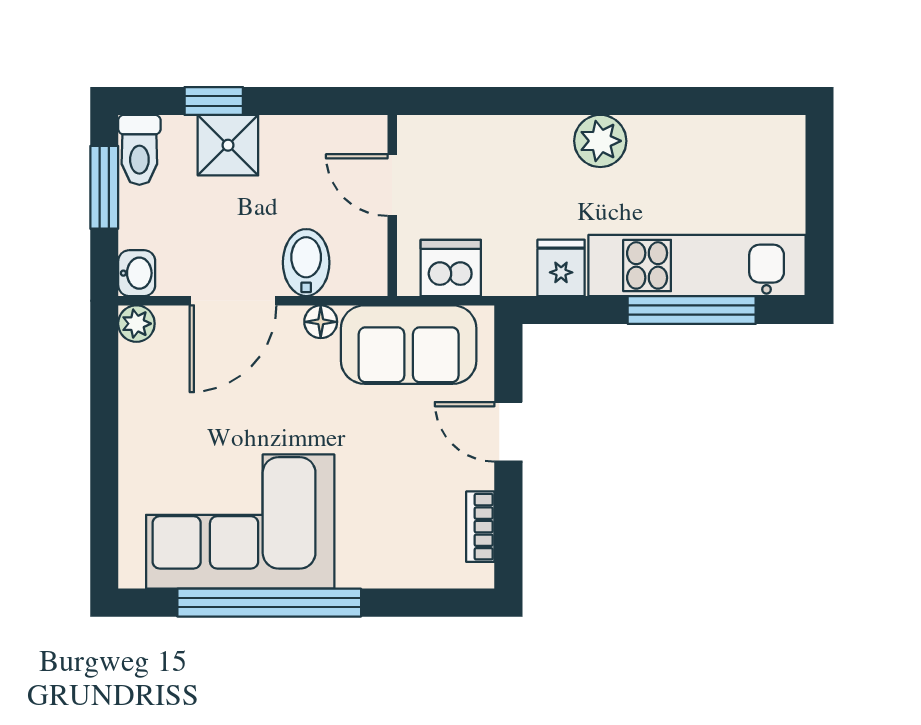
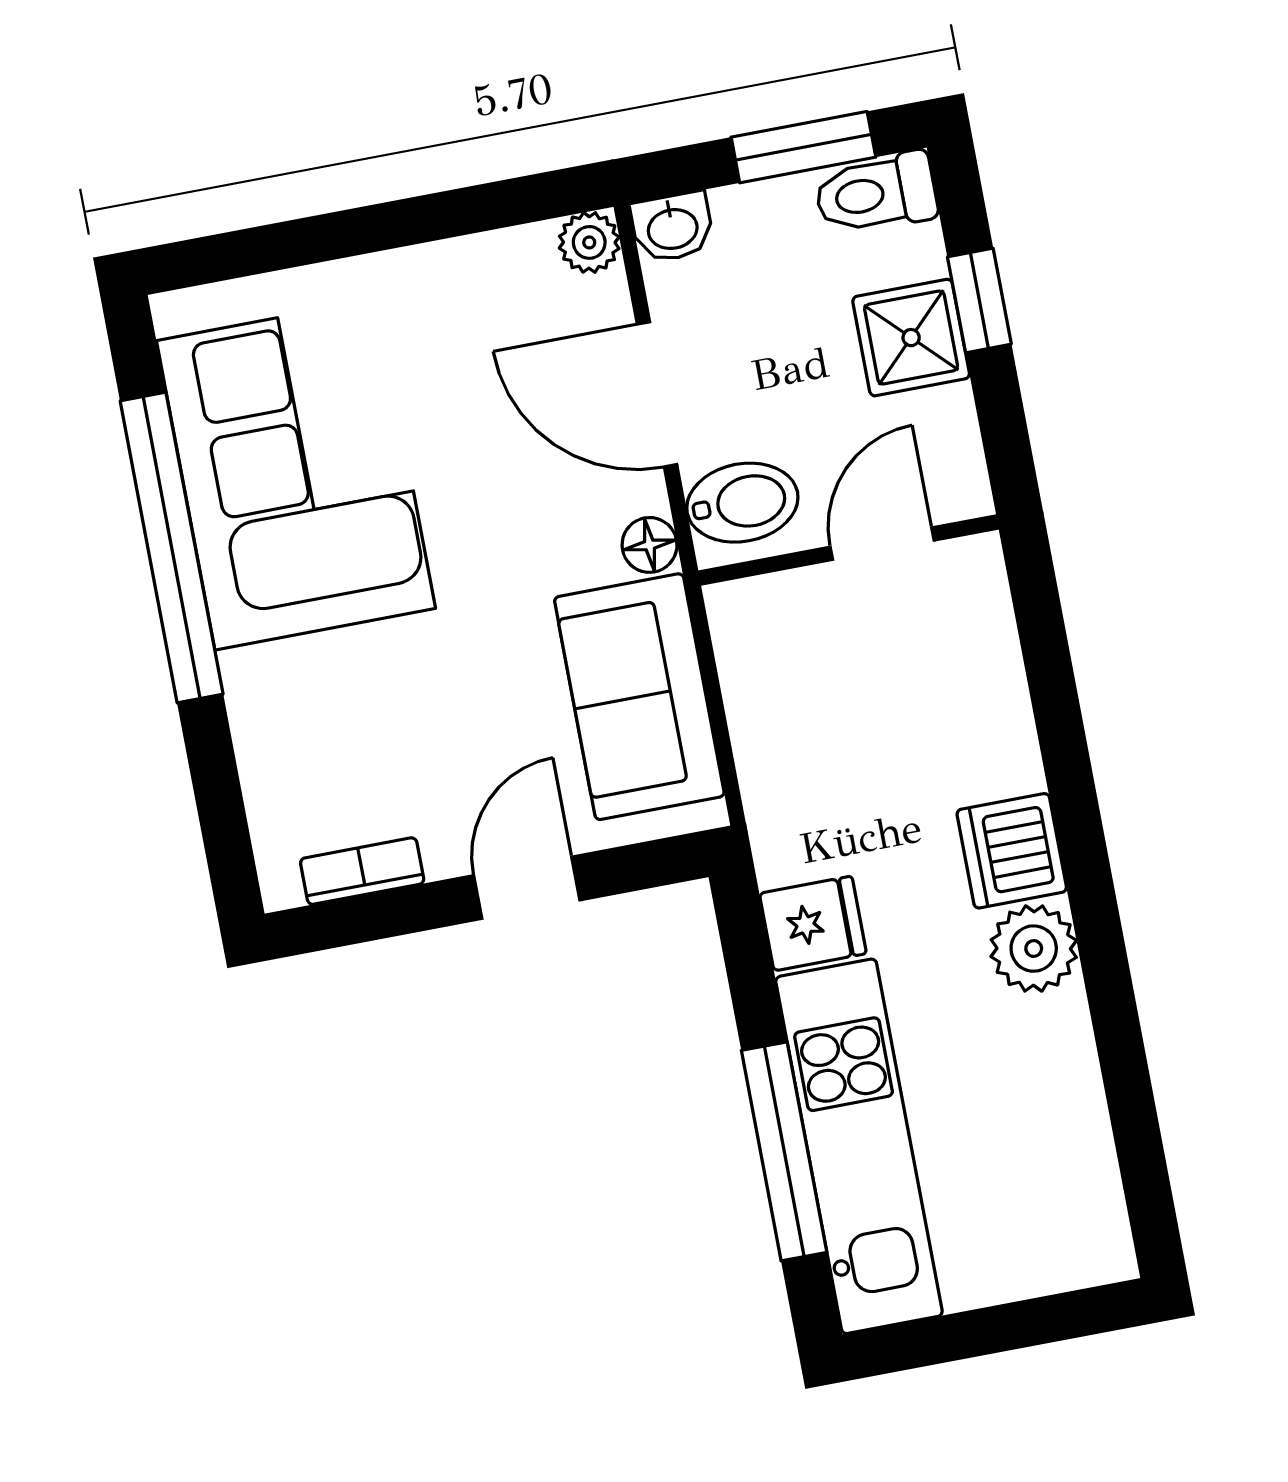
door: (392, 185) -> (882, 544), moved
wall: (392, 205) -> (849, 550), moved
dishwasher: (451, 268) -> (1012, 851), moved, turned 180

